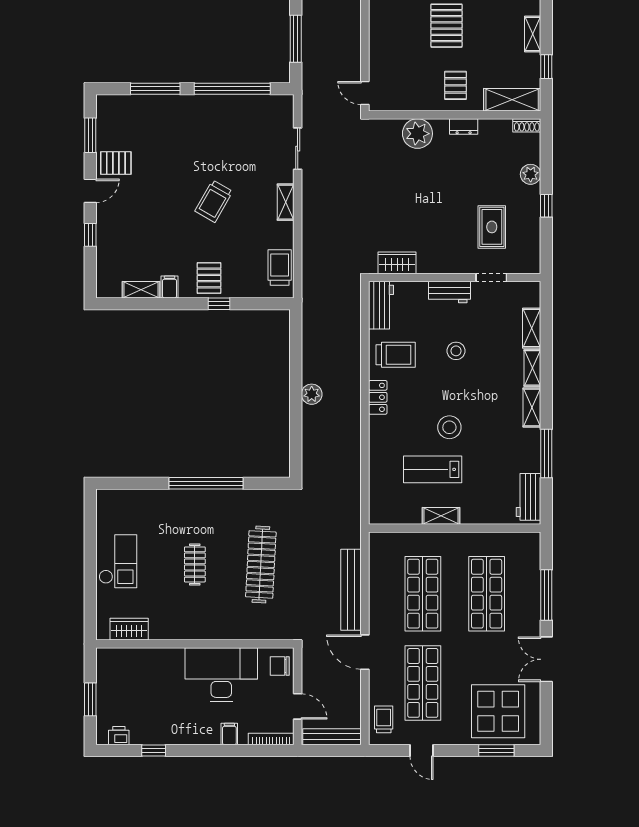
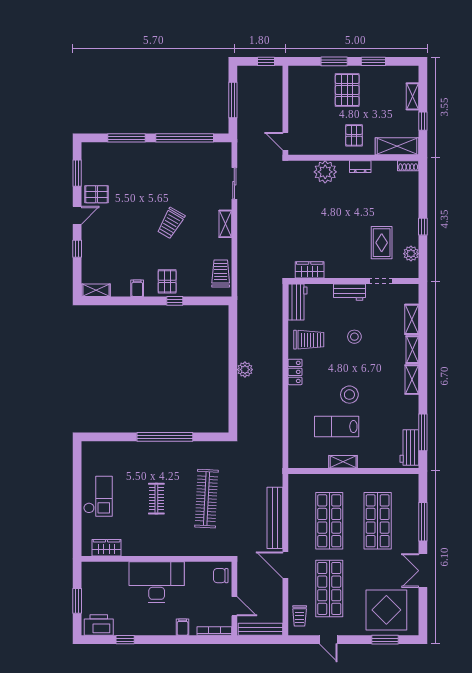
plant: (531, 174) -> (411, 254), moved
shelving: (141, 290) -> (96, 290), moved
window: (546, 453) -> (423, 432), moved
desk: (221, 675) -> (157, 582), moved
trolley: (384, 719) -> (300, 616), turned 180
printer: (119, 736) -> (99, 625), width x1.87, depth x1.48

